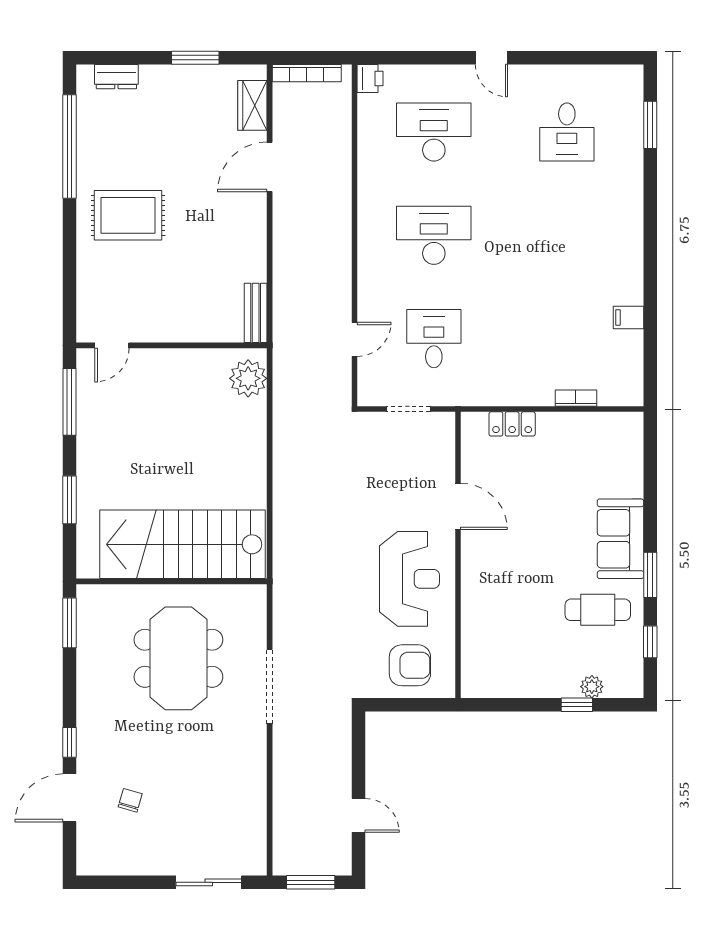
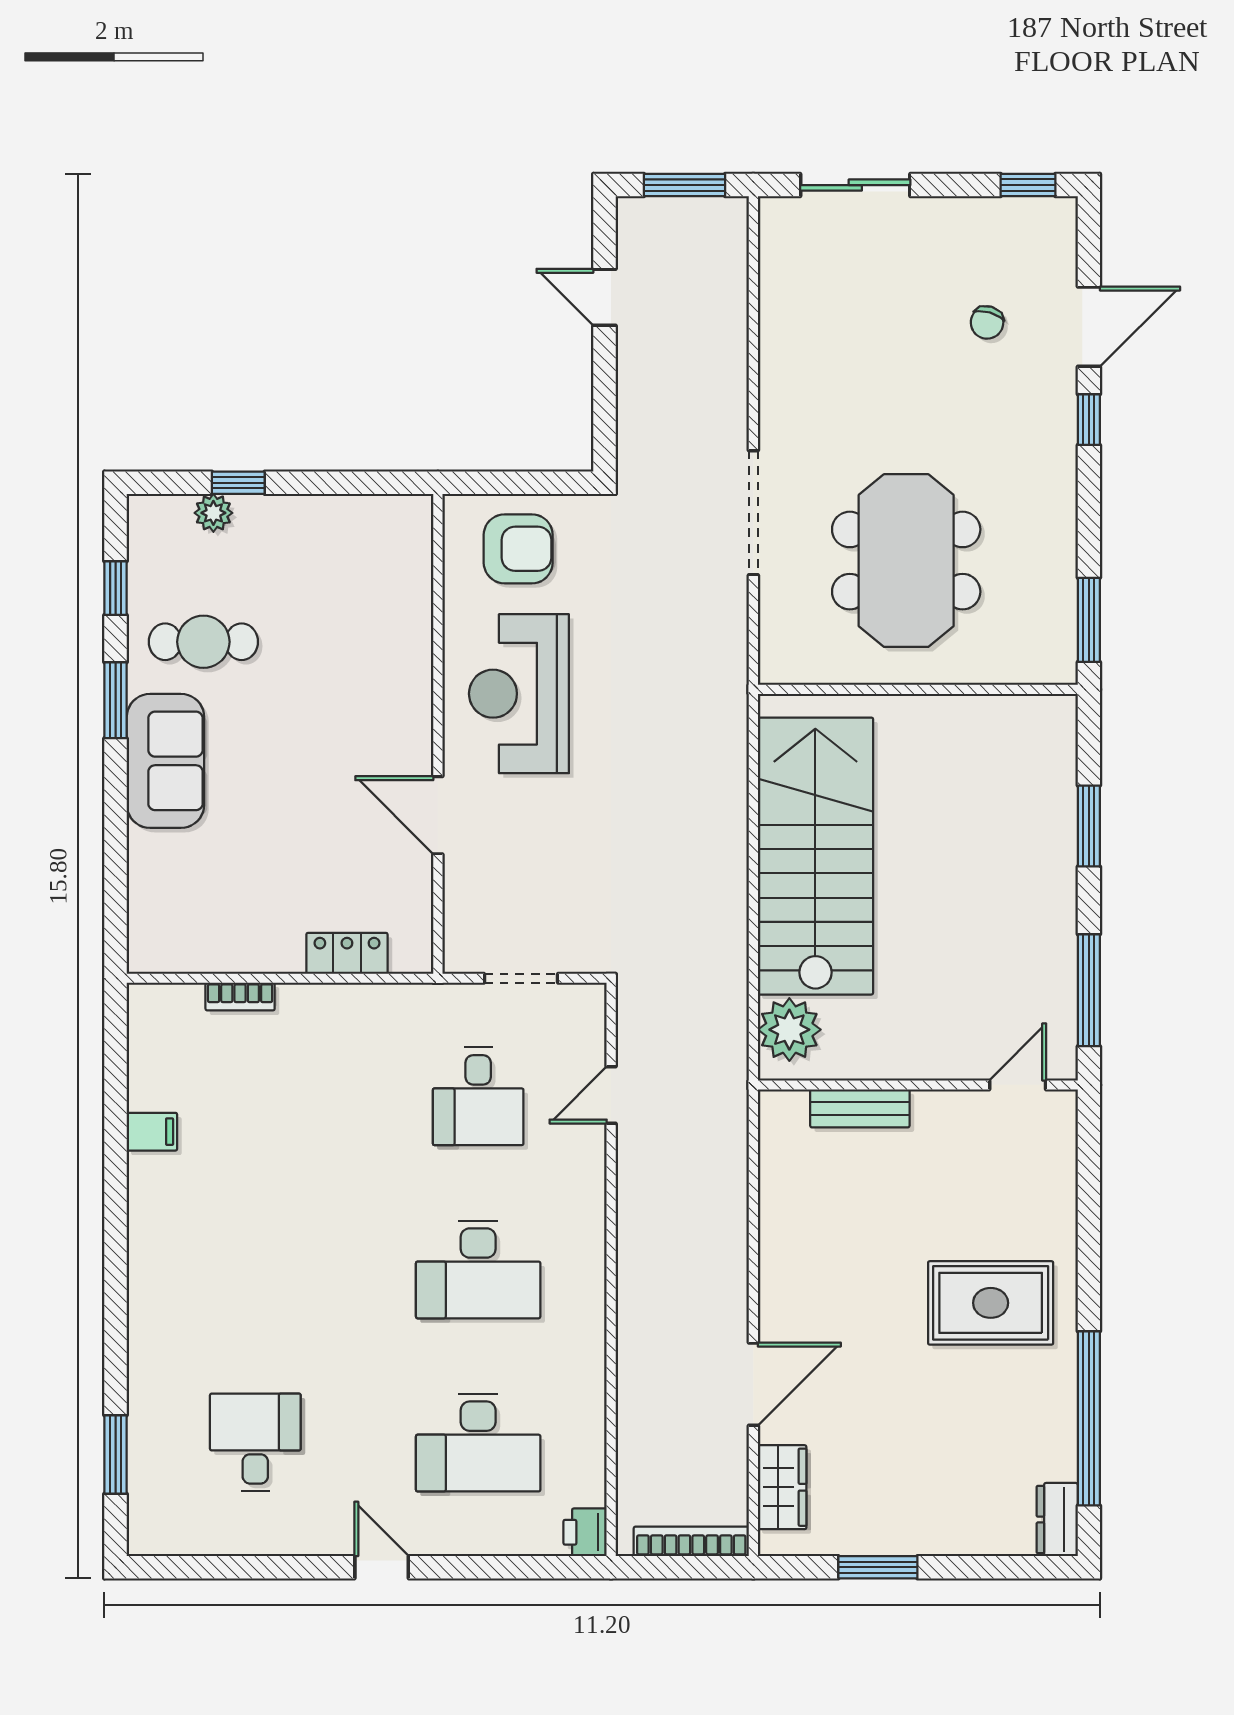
dresser: (116, 77) -> (1057, 1520), moved, turned -90
bench: (256, 313) -> (860, 1108), moved, turned 90
stairs: (183, 544) -> (815, 856), moved, turned -90
armchair: (410, 665) -> (518, 549), turned 180
window: (106, 882) -> (1028, 185), added

